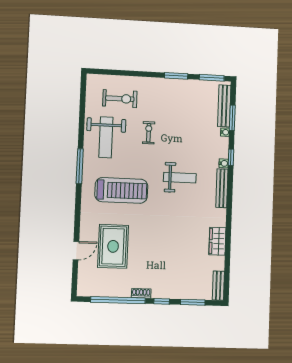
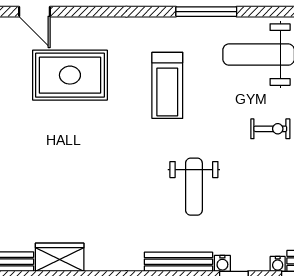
treadmill: (121, 190) -> (167, 85), width x0.73, depth x0.73
wardrobe: (217, 241) -> (60, 257), moved
door: (76, 251) -> (35, 12), moved

